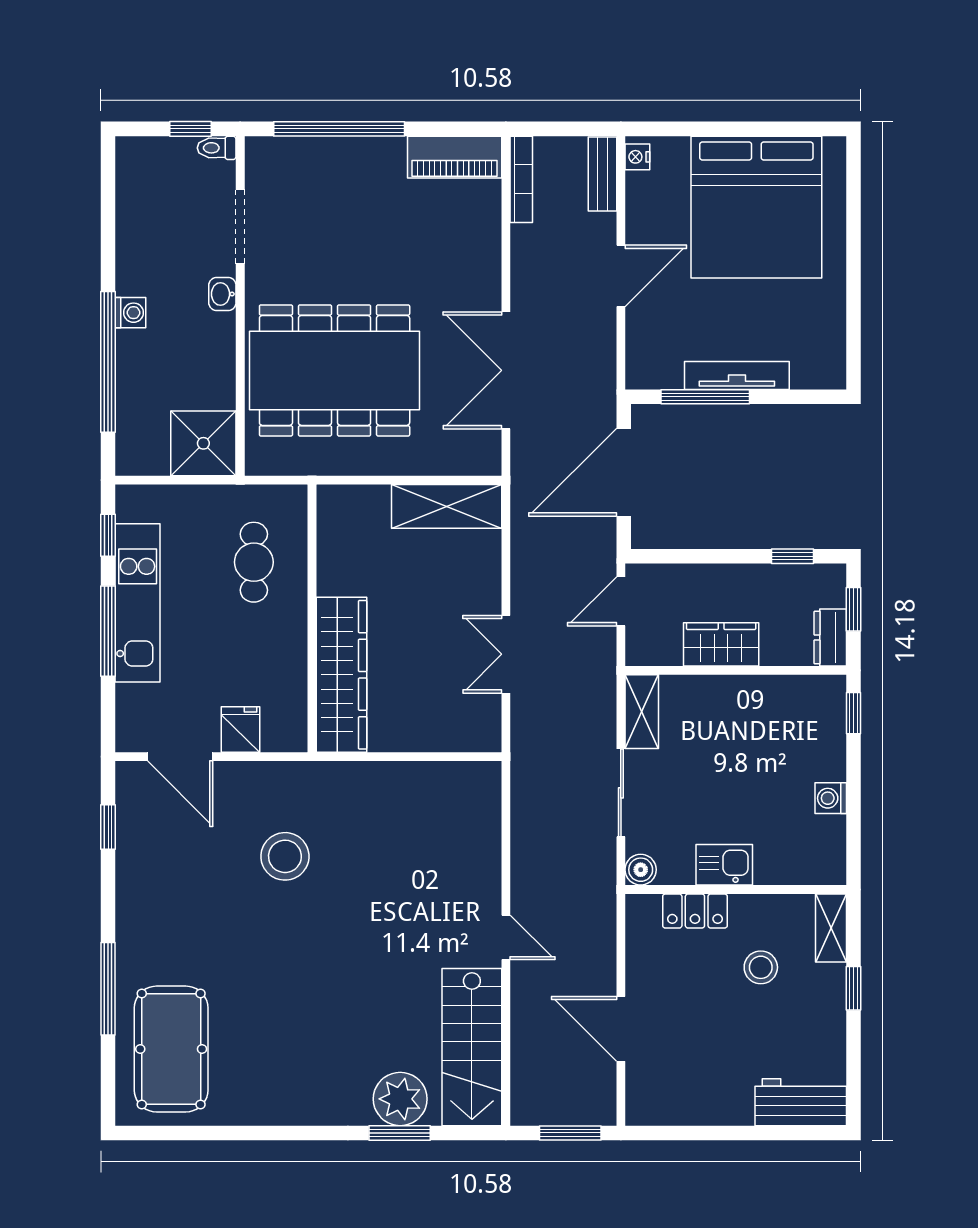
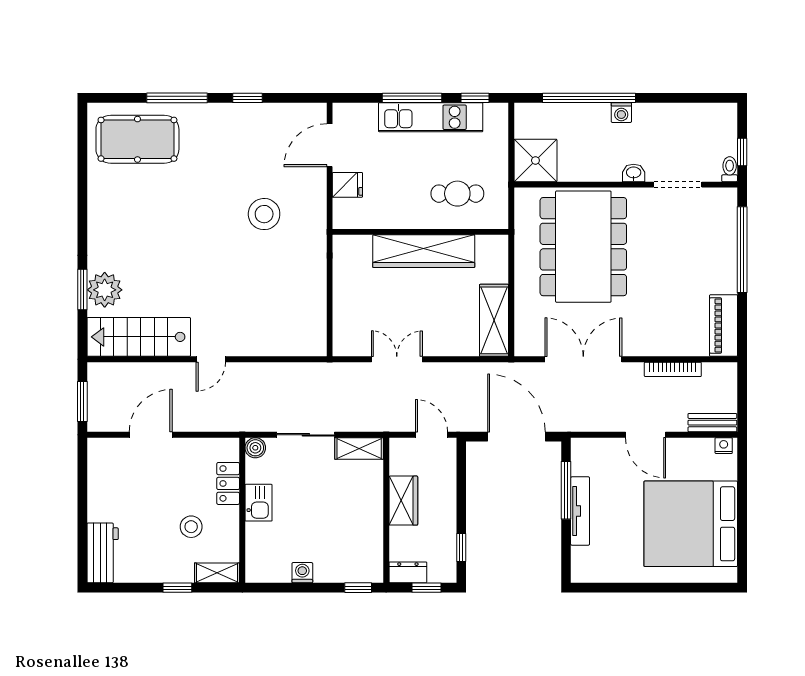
bookcase: (521, 179) -> (673, 369), moved
wardrobe: (341, 675) -> (424, 251), moved
window: (108, 827) -> (248, 98), moved

